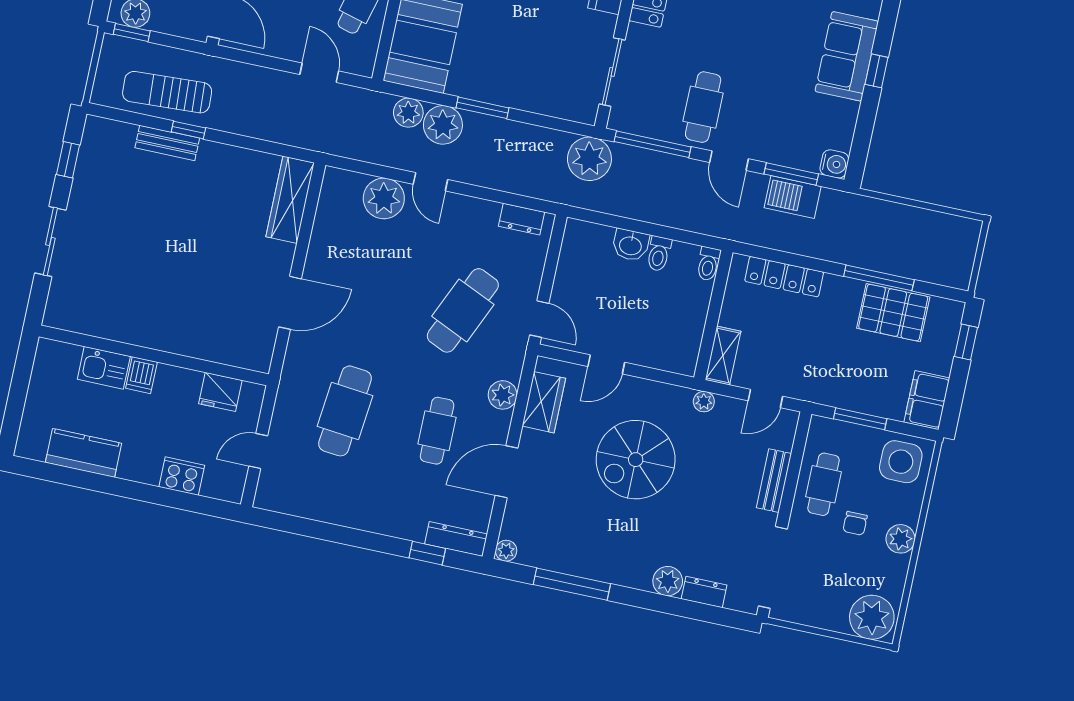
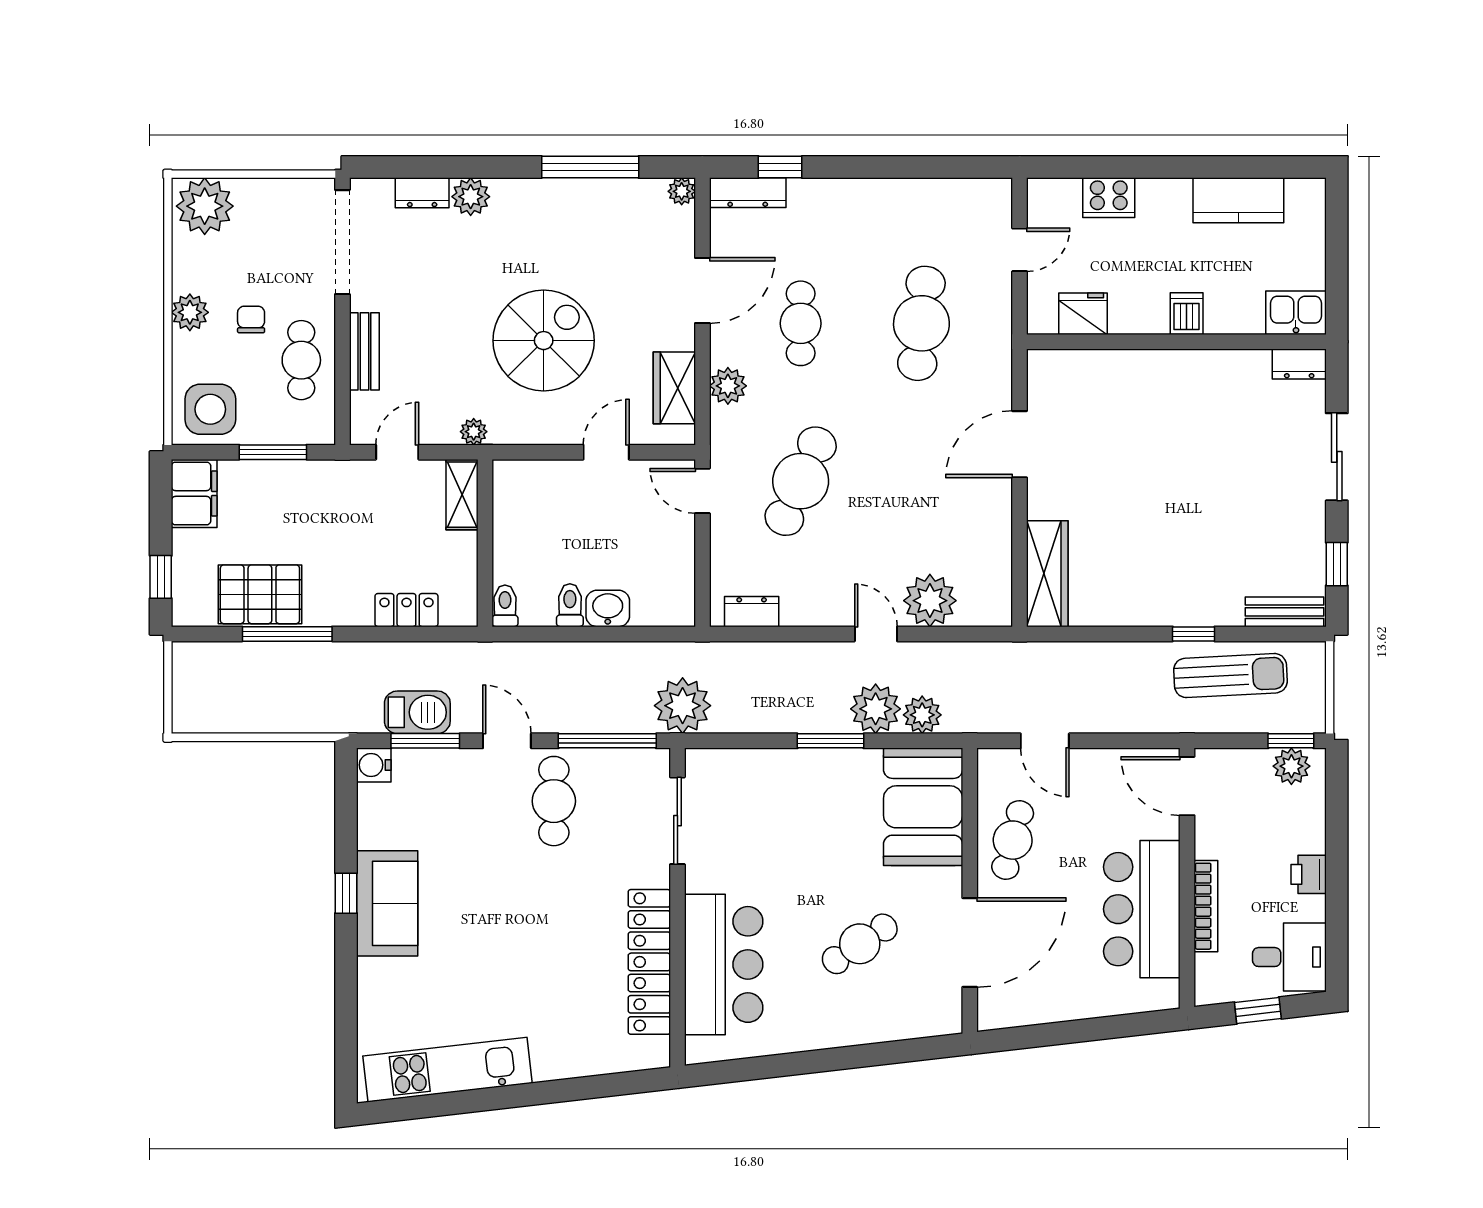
bench: (167, 143) -> (1284, 612), moved
locker: (784, 277) -> (406, 610), width x0.66
dresser: (64, 318) -> (1299, 364), added
kitchen sink: (104, 368) -> (1296, 313), moved

